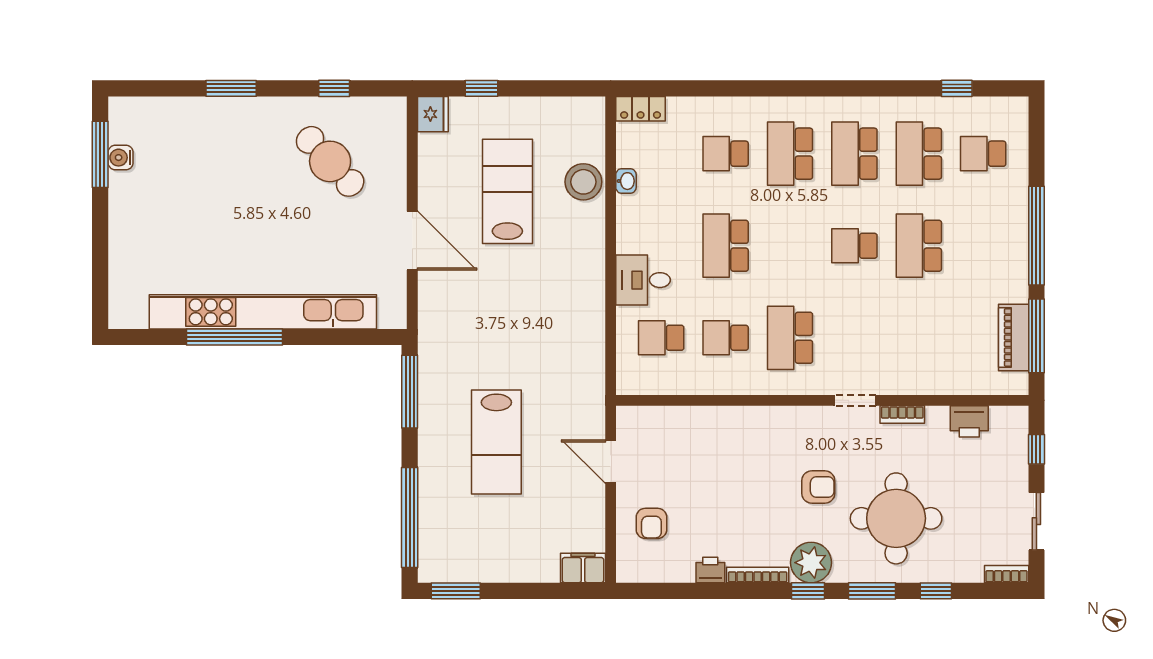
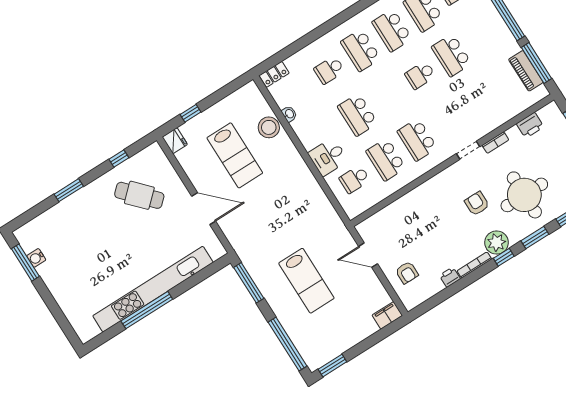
lab bench: (507, 191) -> (235, 155), turned 180
school desk: (726, 338) -> (386, 159), width x1.85
armchair: (818, 487) -> (477, 204), turned -90

